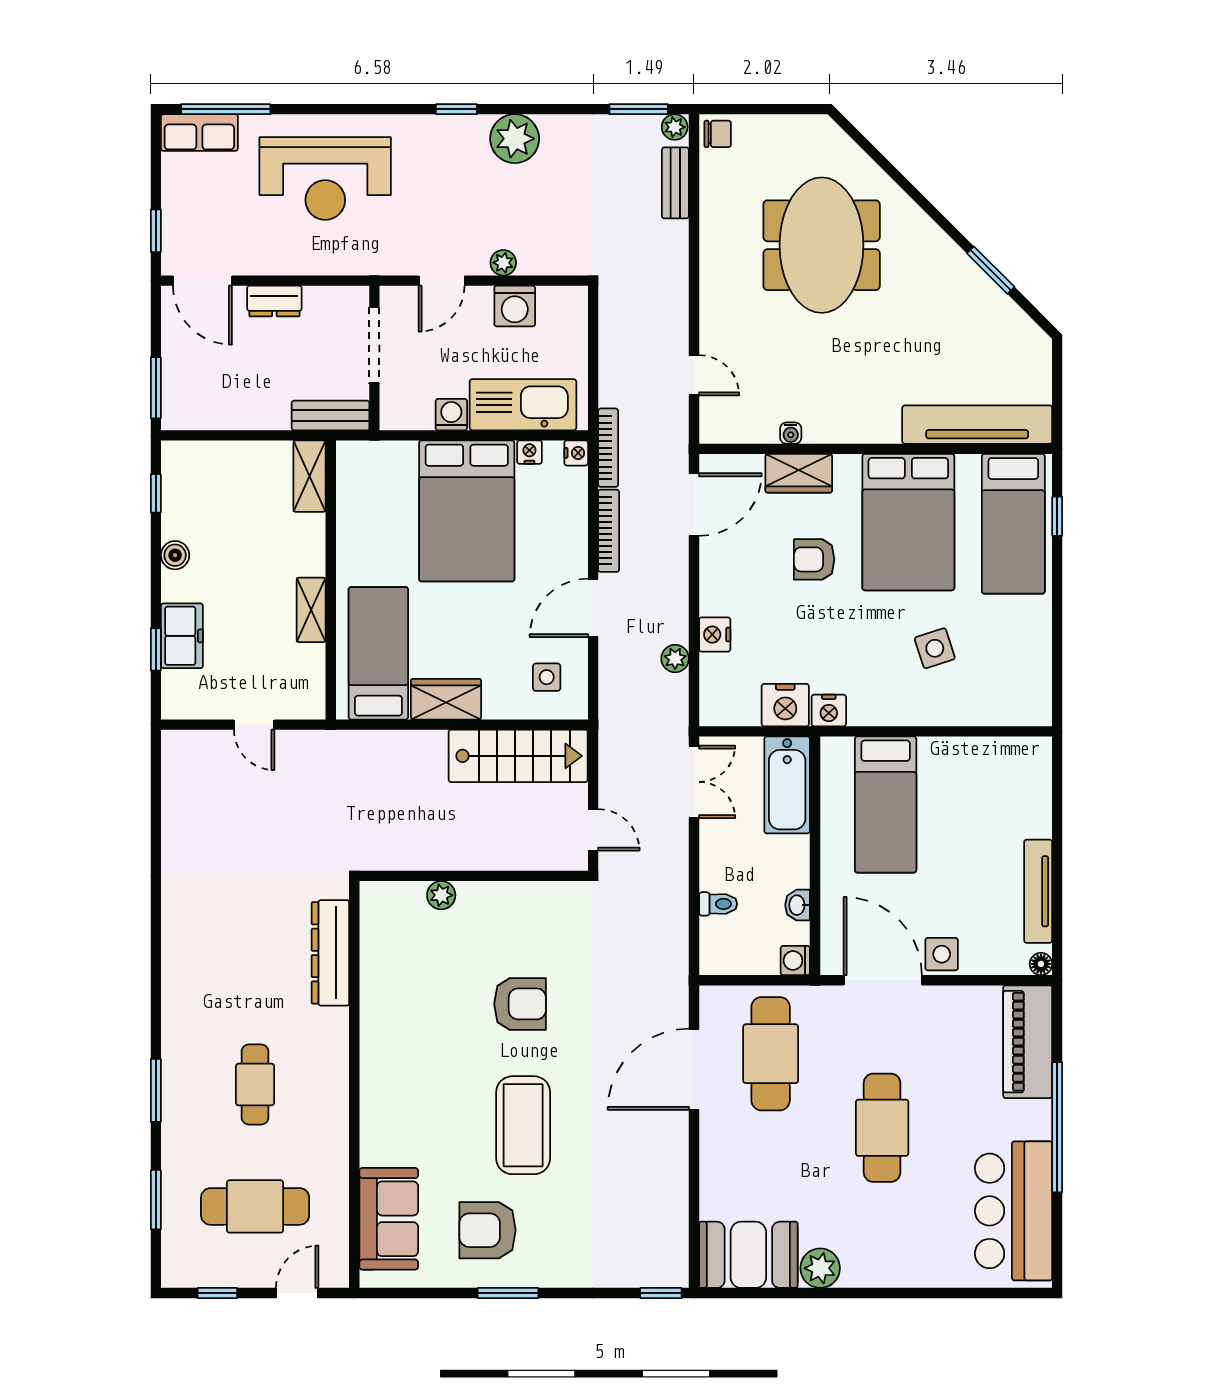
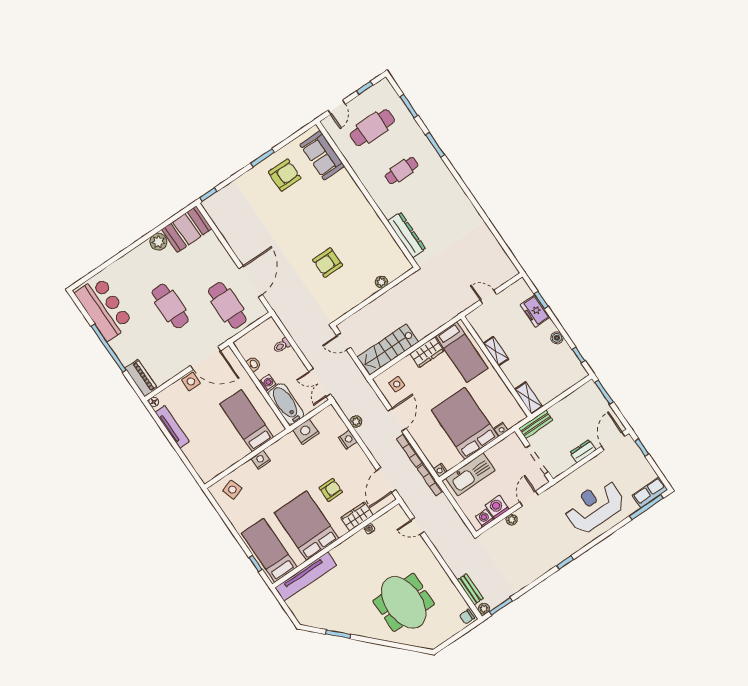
plant: (515, 139) -> (537, 566), removed
door: (202, 281) -> (613, 441), hinge flipped
washing machine: (451, 415) -> (485, 518), moved, turned 180
nightstand: (529, 452) -> (501, 429), moved
side table: (935, 648) -> (232, 490), moved
nightstand: (829, 710) -> (261, 460), moved
washing machine: (795, 960) -> (267, 383), moved
piano: (1028, 1042) -> (141, 378), width x0.73, depth x0.75
cafe table: (255, 1084) -> (402, 171), turned 90
coffee table: (523, 1125) -> (297, 221), removed

